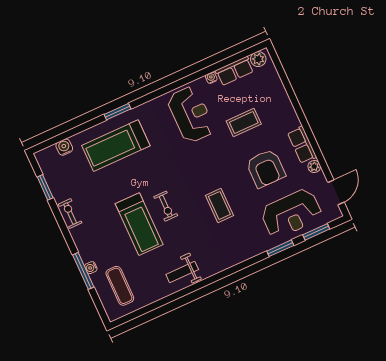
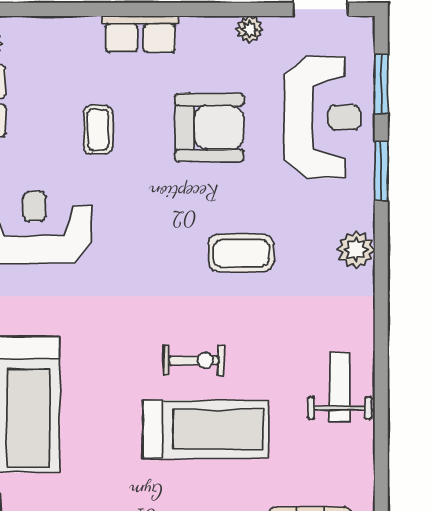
coffee table: (244, 122) -> (98, 130), width x0.73, depth x0.77
row of seats: (302, 145) -> (140, 34), moved
plant: (243, 253) -> (356, 250), added
weight bench: (182, 272) -> (340, 387), turned 180

